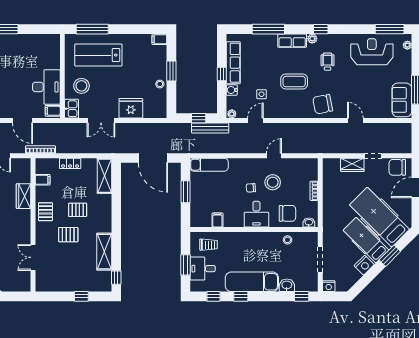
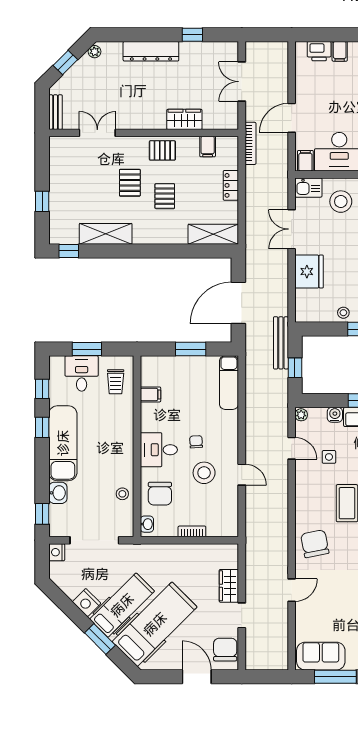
bench: (210, 128) -> (281, 343), moved
doorway: (320, 260) -> (94, 540), width x1.36
bench: (18, 287) -> (55, 112), added

